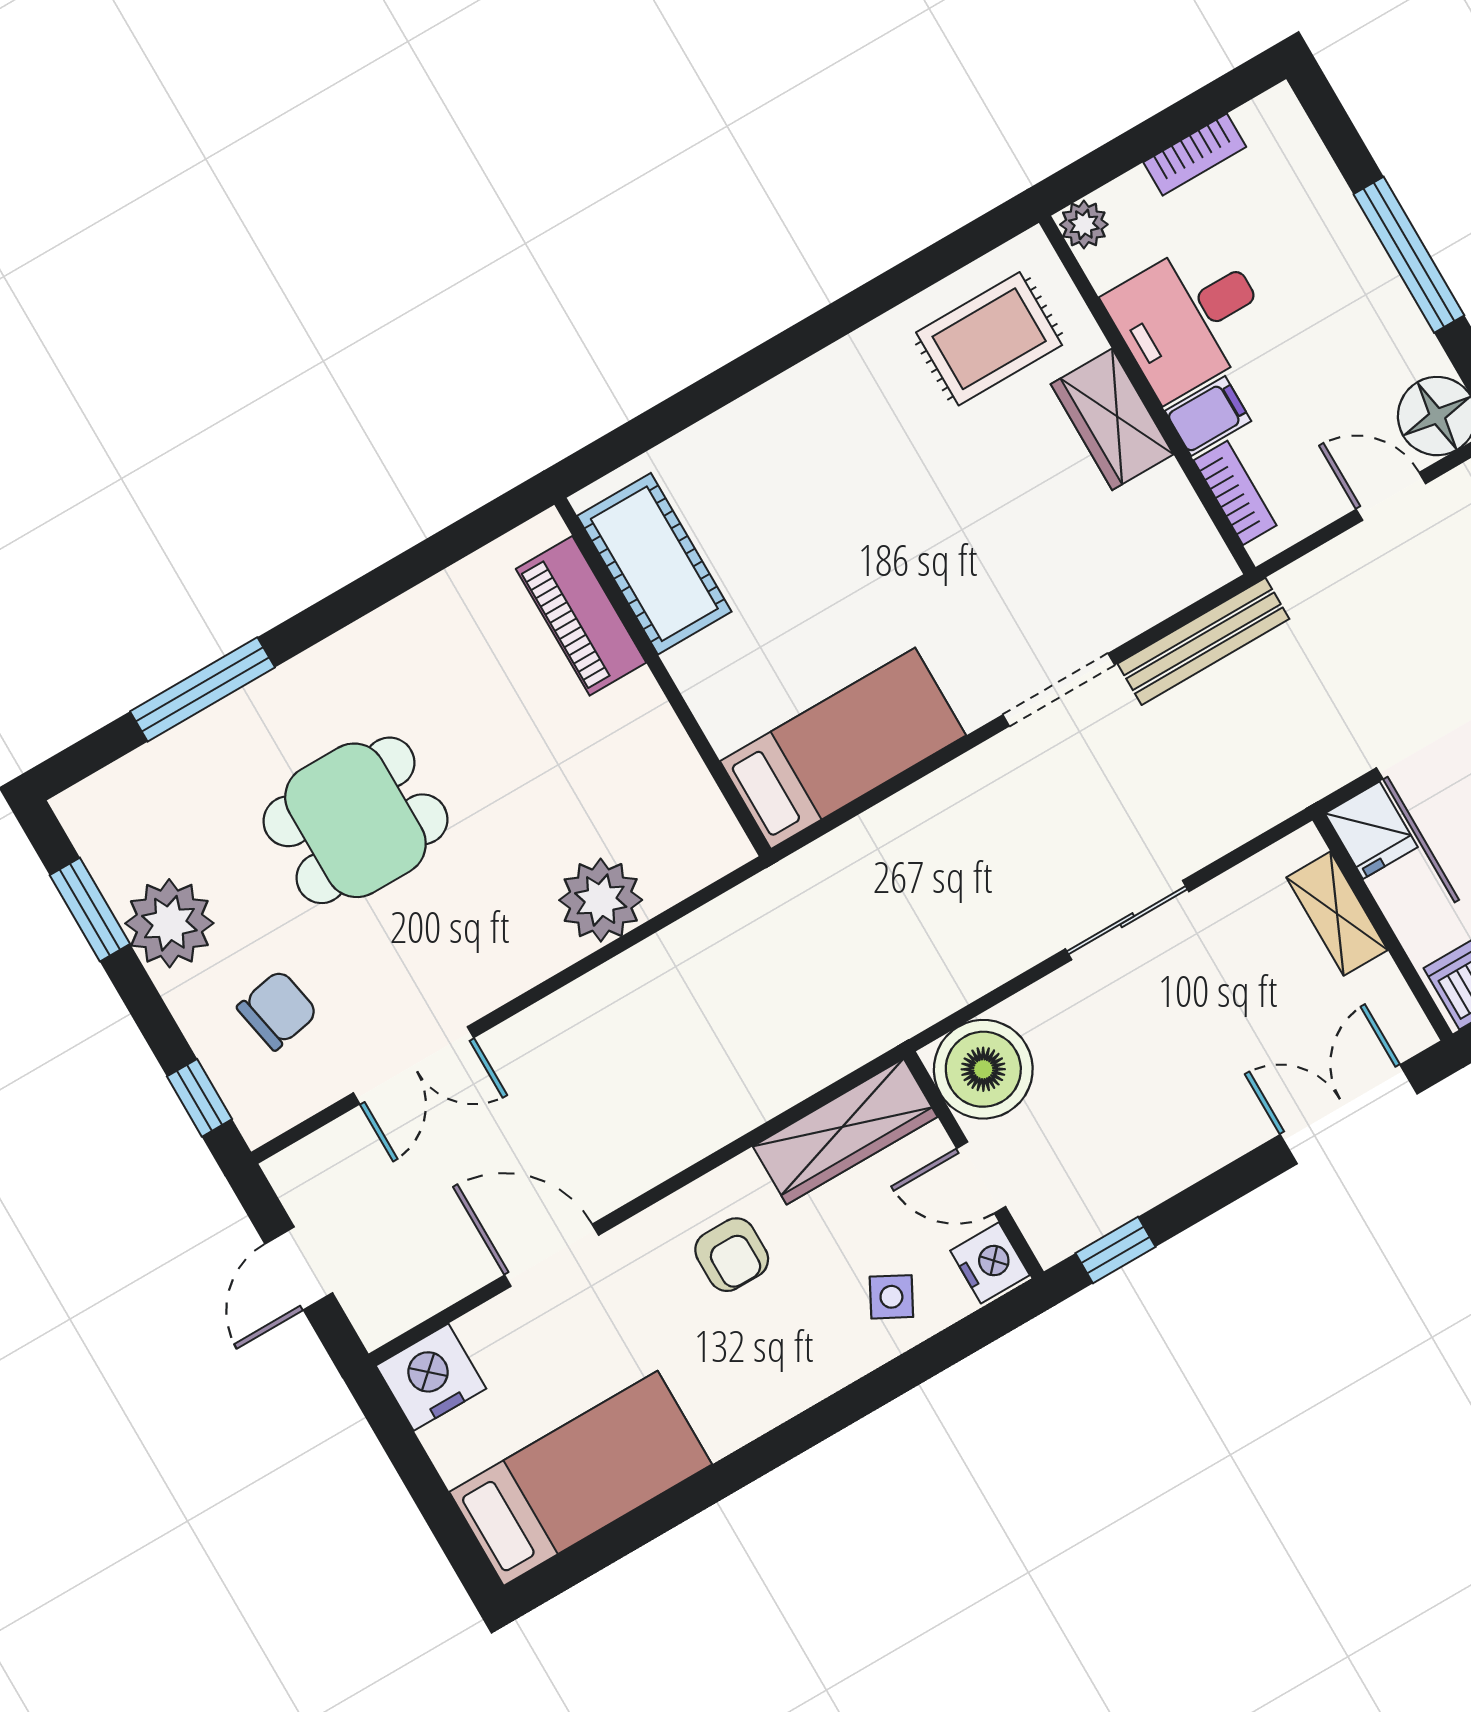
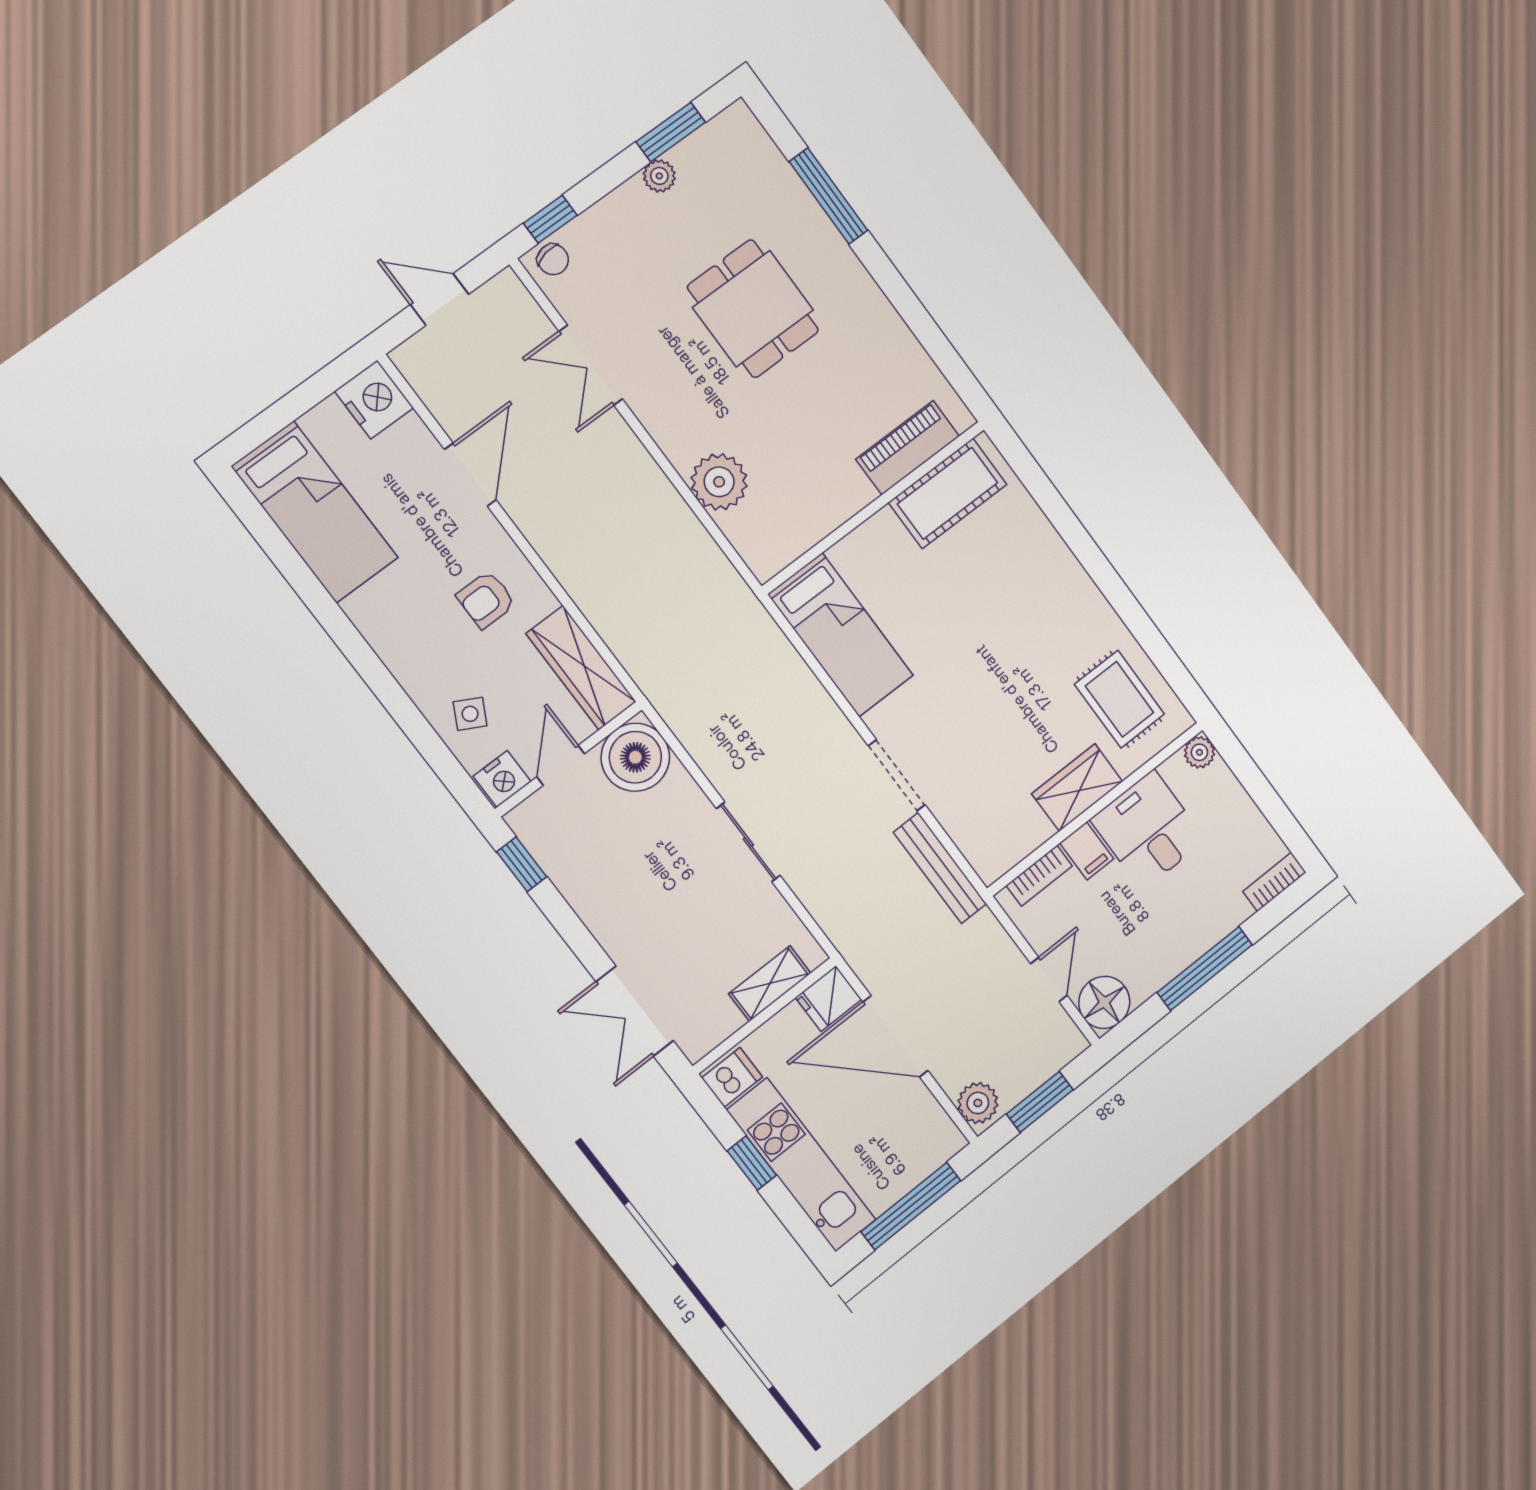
bookcase: (1195, 155) -> (1274, 882), moved, turned 90
plant: (169, 923) -> (659, 176), width x0.53, depth x0.53
chair: (277, 1010) -> (553, 259), moved, width x0.73, depth x0.73
double door: (1349, 1114) -> (635, 1011), swing flipped

